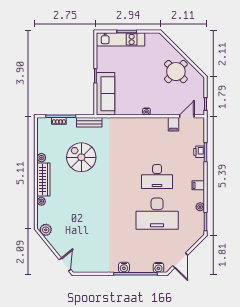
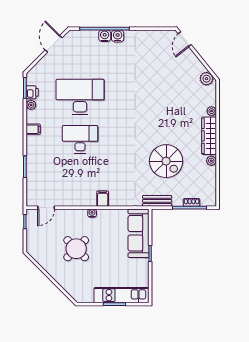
round table: (176, 72) -> (76, 249), moved
filing cabinet: (173, 124) -> (103, 199), moved
printer: (199, 152) -> (32, 92), moved
water cooler: (158, 268) -> (105, 36), moved

